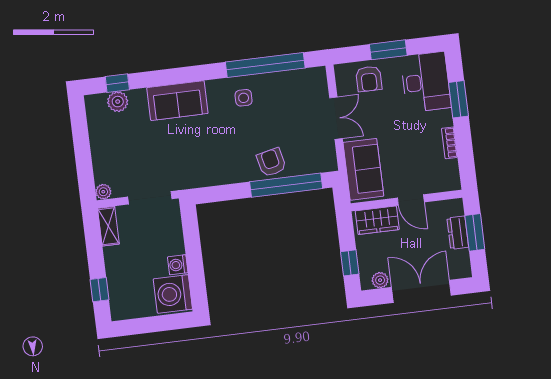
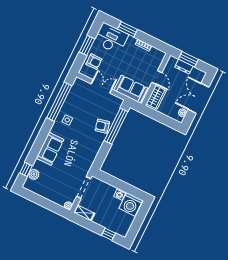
door: (411, 200) -> (157, 77), hinge flipped
window: (350, 263) -> (167, 121), removed

